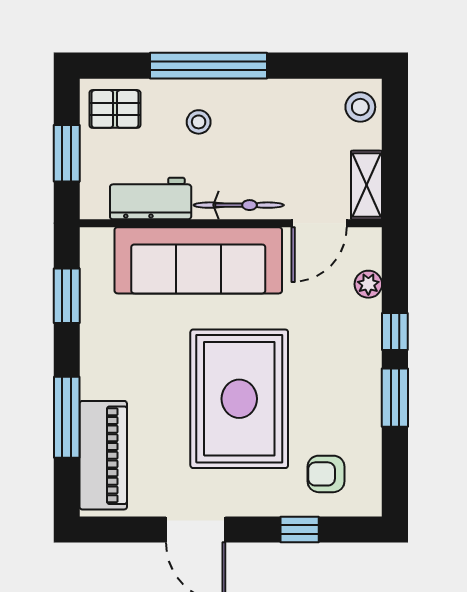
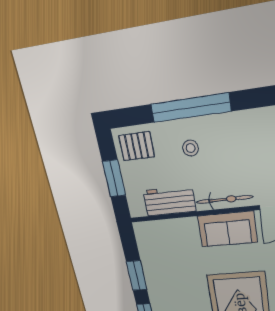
sofa: (198, 260) -> (227, 229), width x0.54, depth x0.79
window: (67, 296) -> (137, 276), moved

